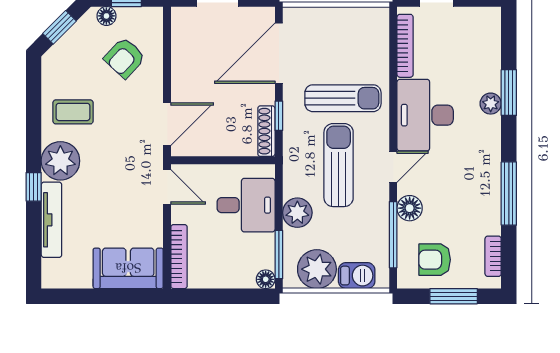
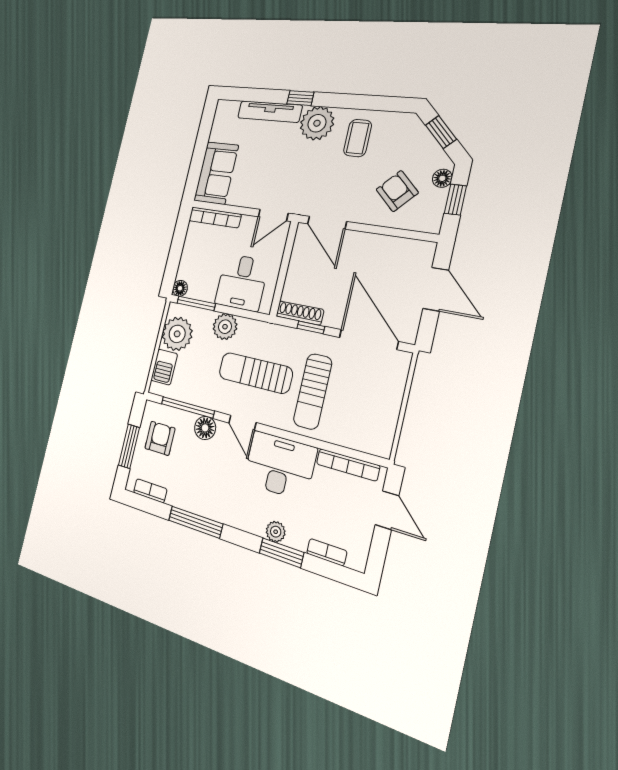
bookcase: (493, 47) -> (327, 552), added
sun lounger: (339, 165) -> (255, 373), turned 180

